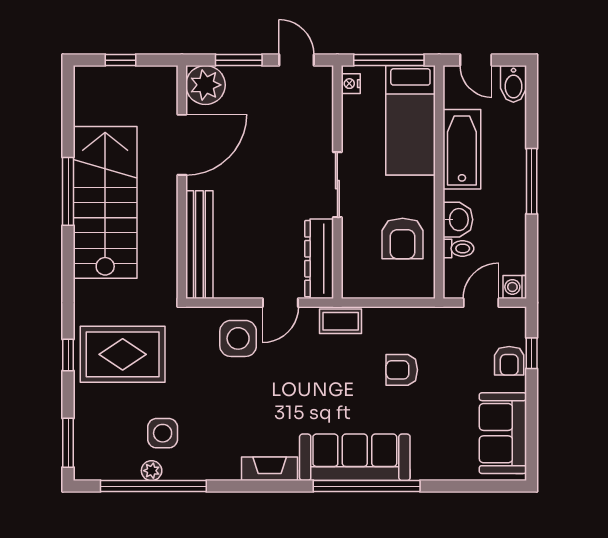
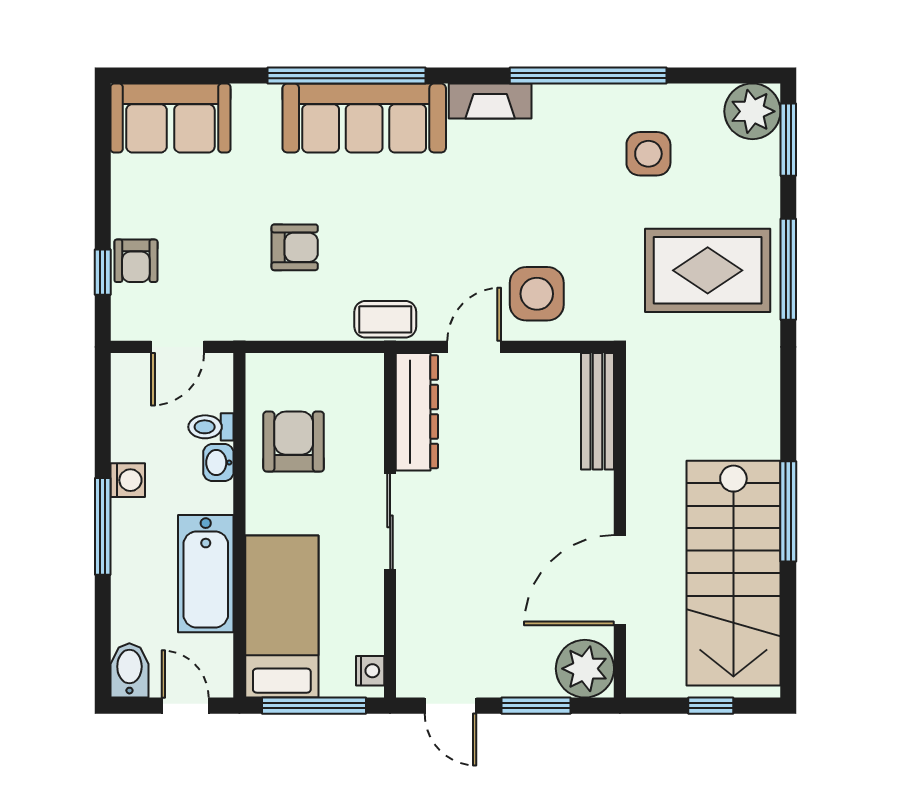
stairs: (105, 202) -> (733, 573), moved
washbasin: (458, 220) -> (218, 463), width x0.72, depth x0.69
bench: (199, 245) -> (598, 411), width x0.73, depth x0.82
washing machine: (515, 287) -> (128, 480), moved
window: (68, 355) -> (788, 269), width x2.17
armchair: (509, 361) -> (136, 261), turned 180
sofa: (503, 433) -> (170, 118), moved, turned 90
plant: (152, 471) -> (752, 111), moved, width x1.87, depth x1.87
window: (153, 486) -> (588, 75), moved

